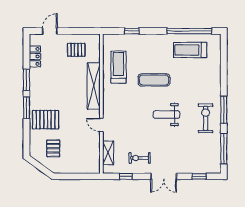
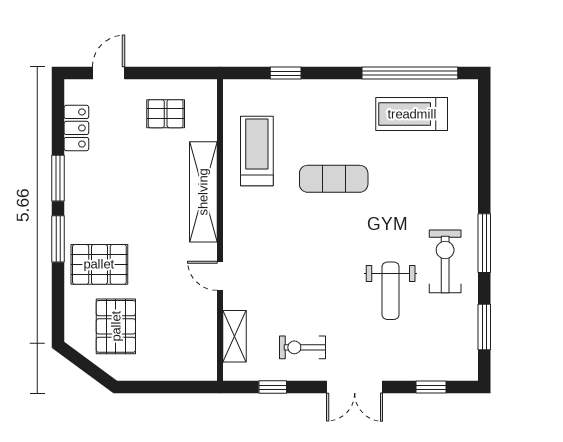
weight bench: (166, 115) -> (391, 291), moved, turned -90
pallet: (53, 148) -> (116, 326), width x1.50, depth x1.42
window: (224, 149) -> (484, 327), width x0.69

